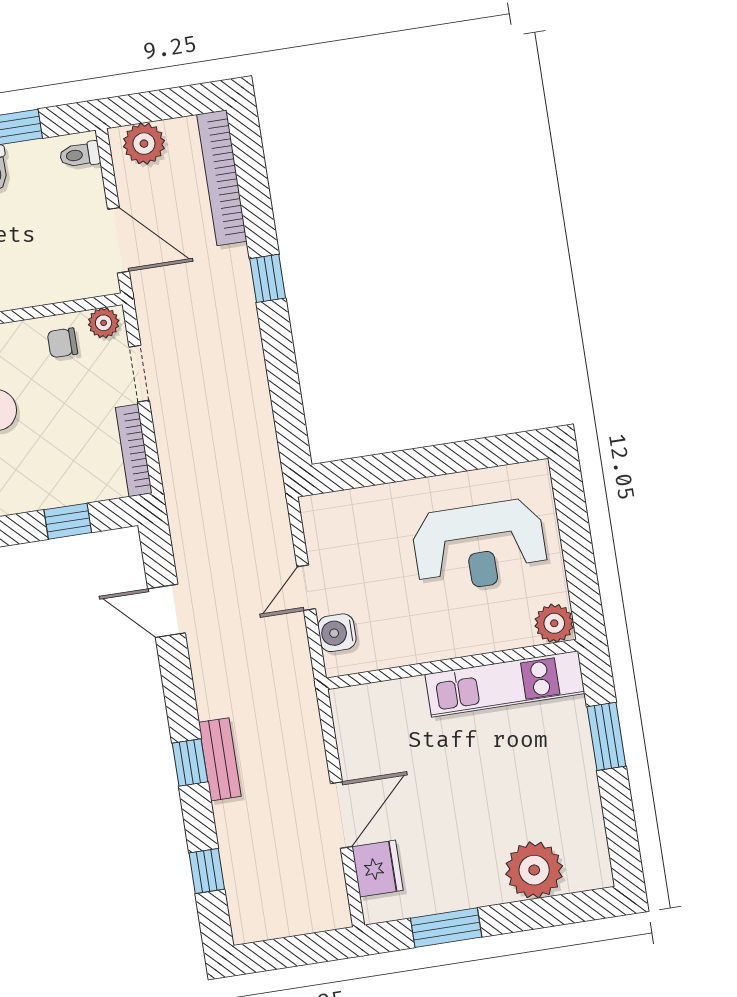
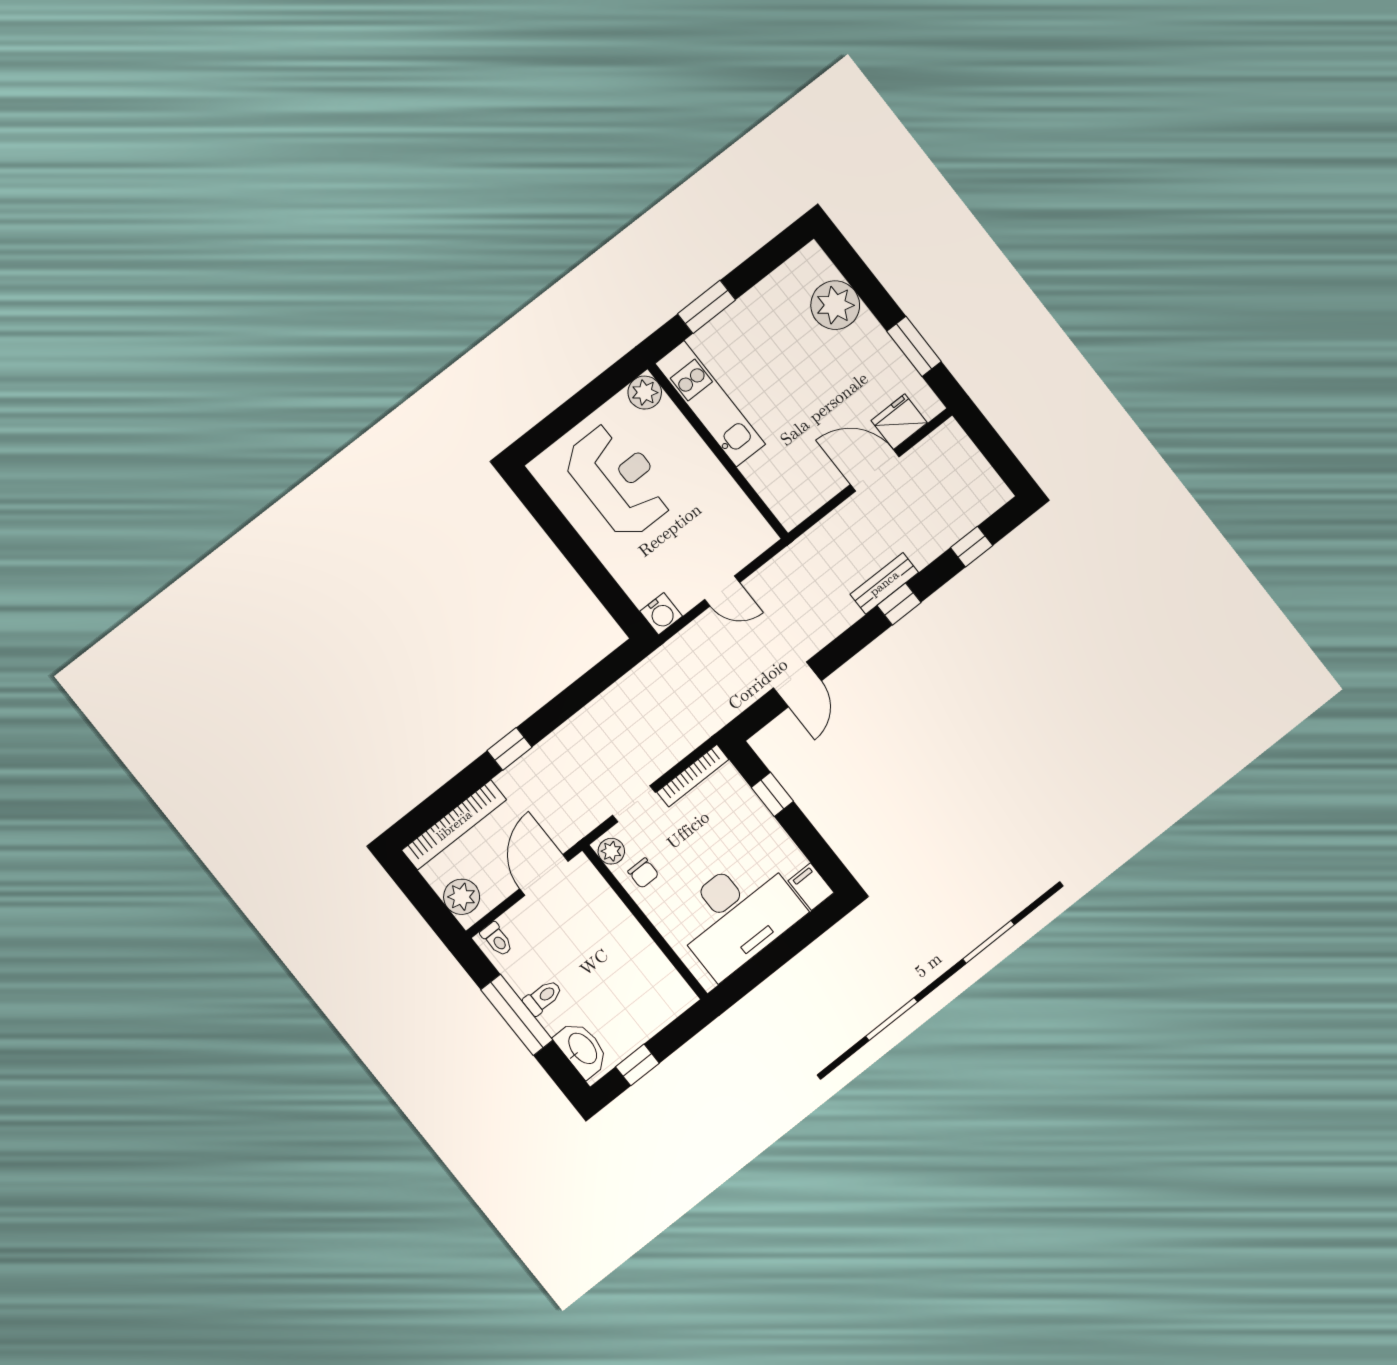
water cooler: (337, 633) -> (661, 614), moved

